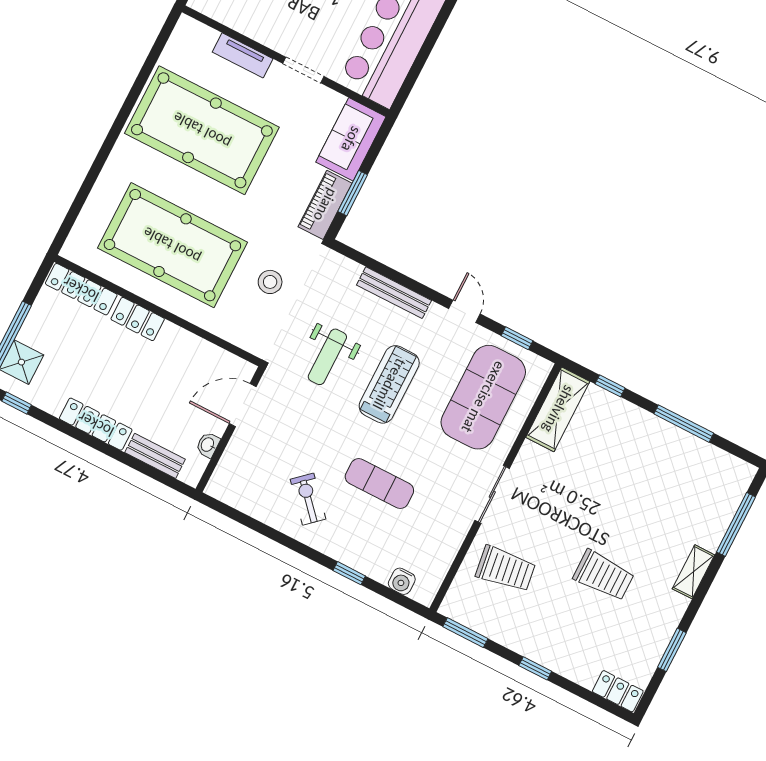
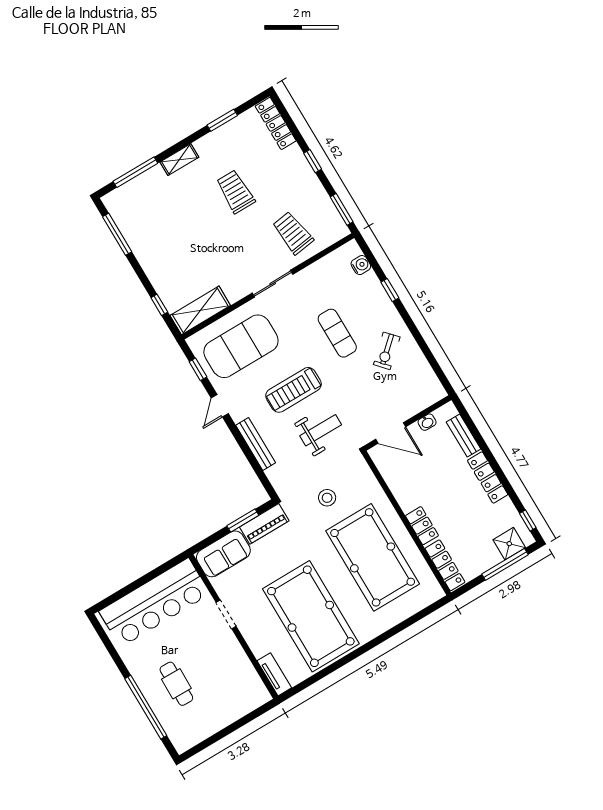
tv unit: (243, 55) -> (274, 674), moved
window: (684, 424) -> (117, 234), moved
locker: (618, 691) -> (276, 123), width x1.53

